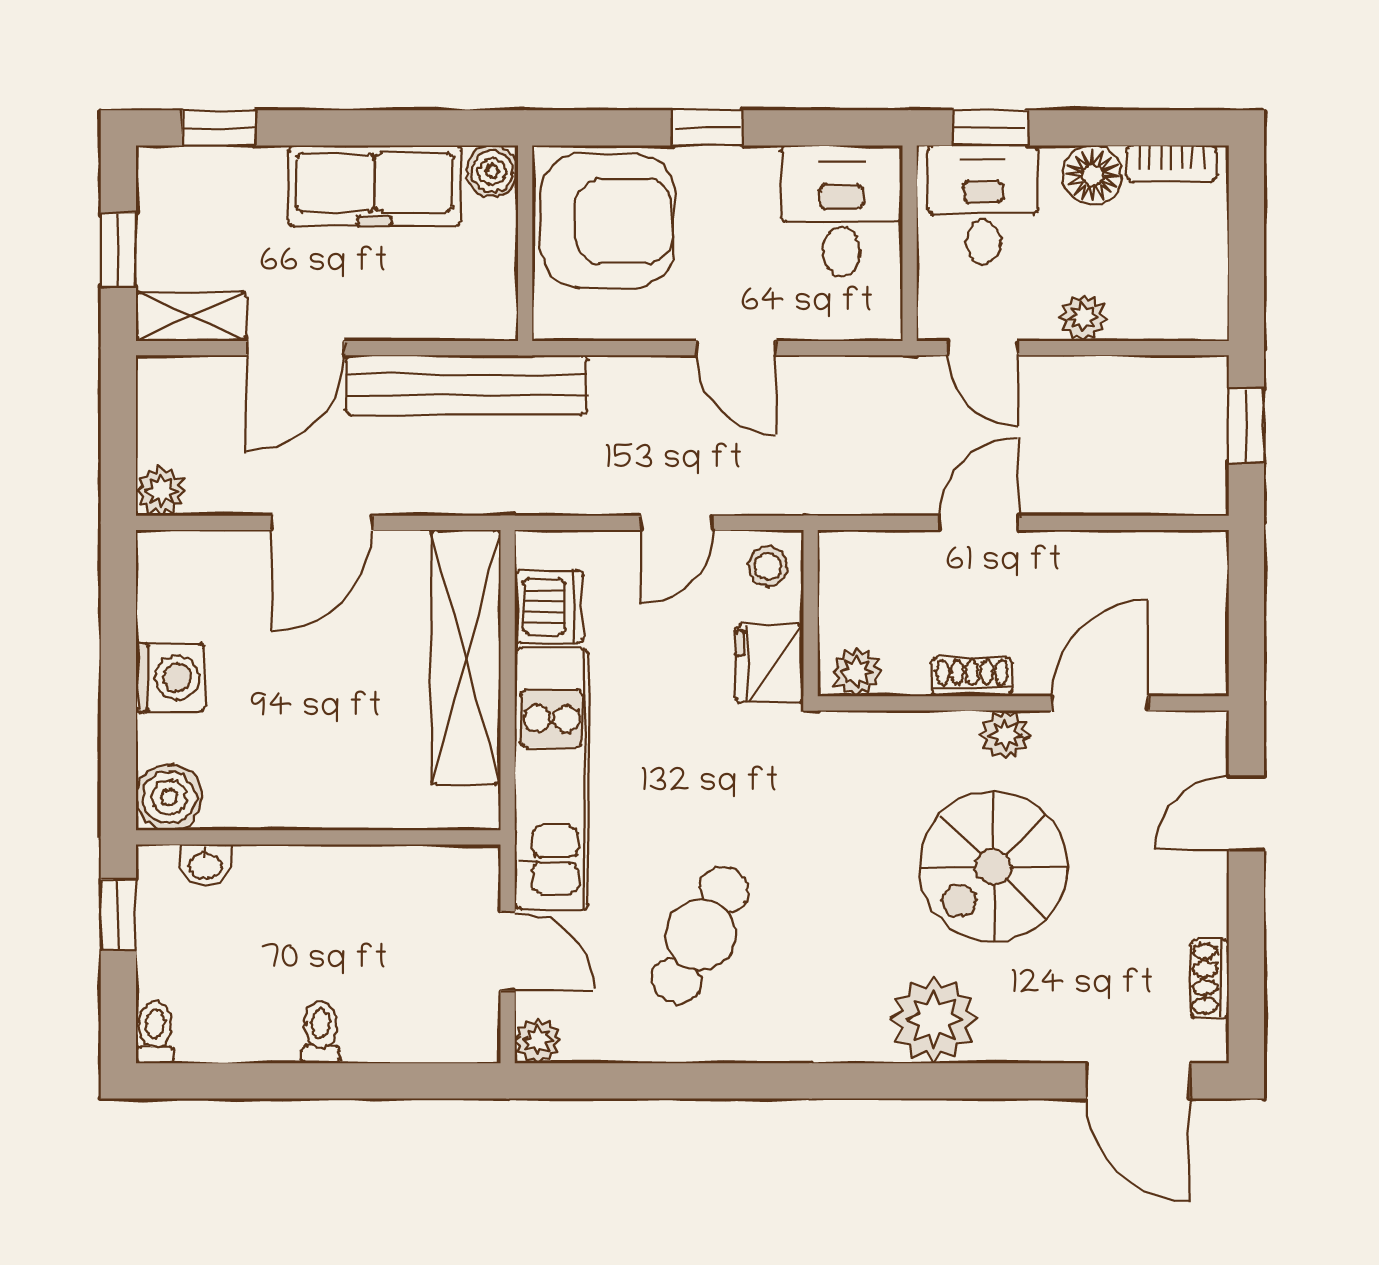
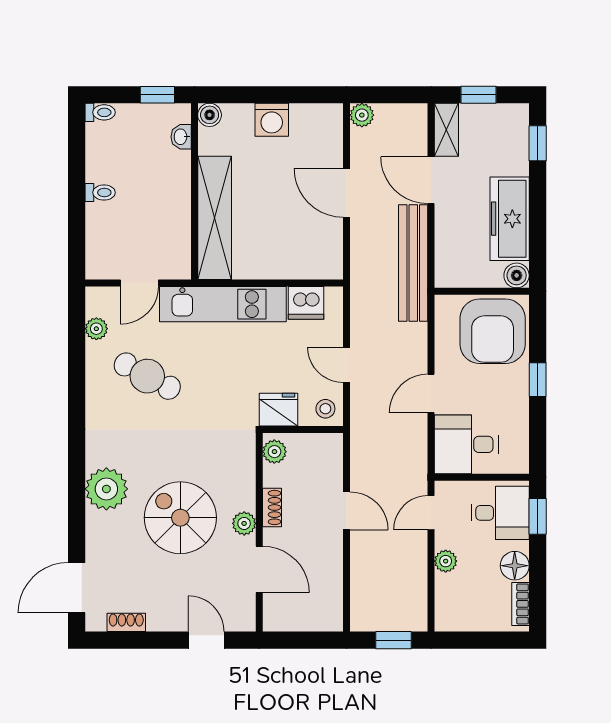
desk: (842, 211) -> (466, 444), moved, turned 180
shelving: (466, 657) -> (215, 218), moved, turned 90
boiler: (169, 797) -> (210, 115), width x0.73, depth x0.73
plant: (538, 1040) -> (96, 329), moved

